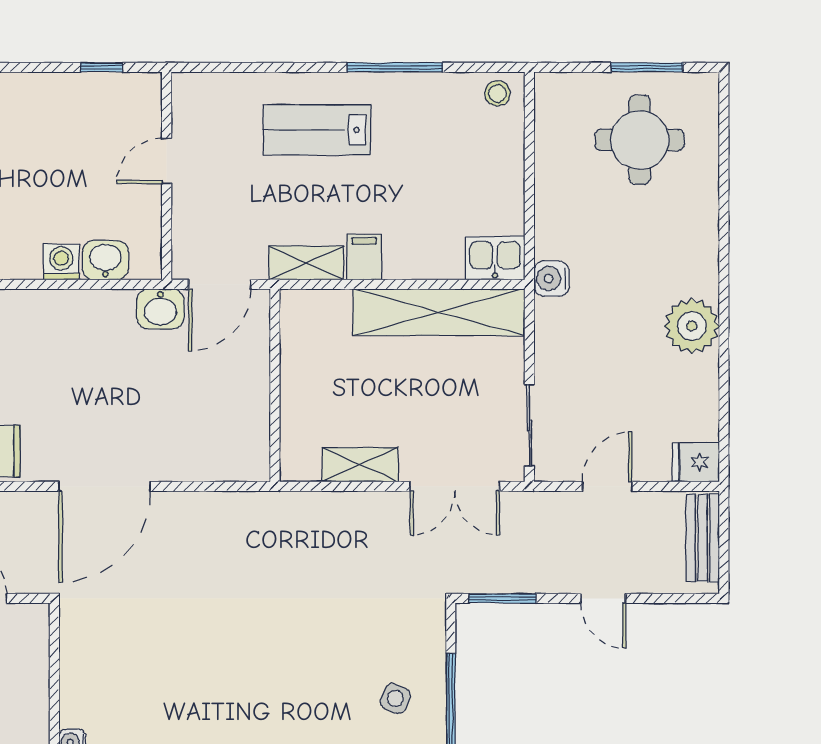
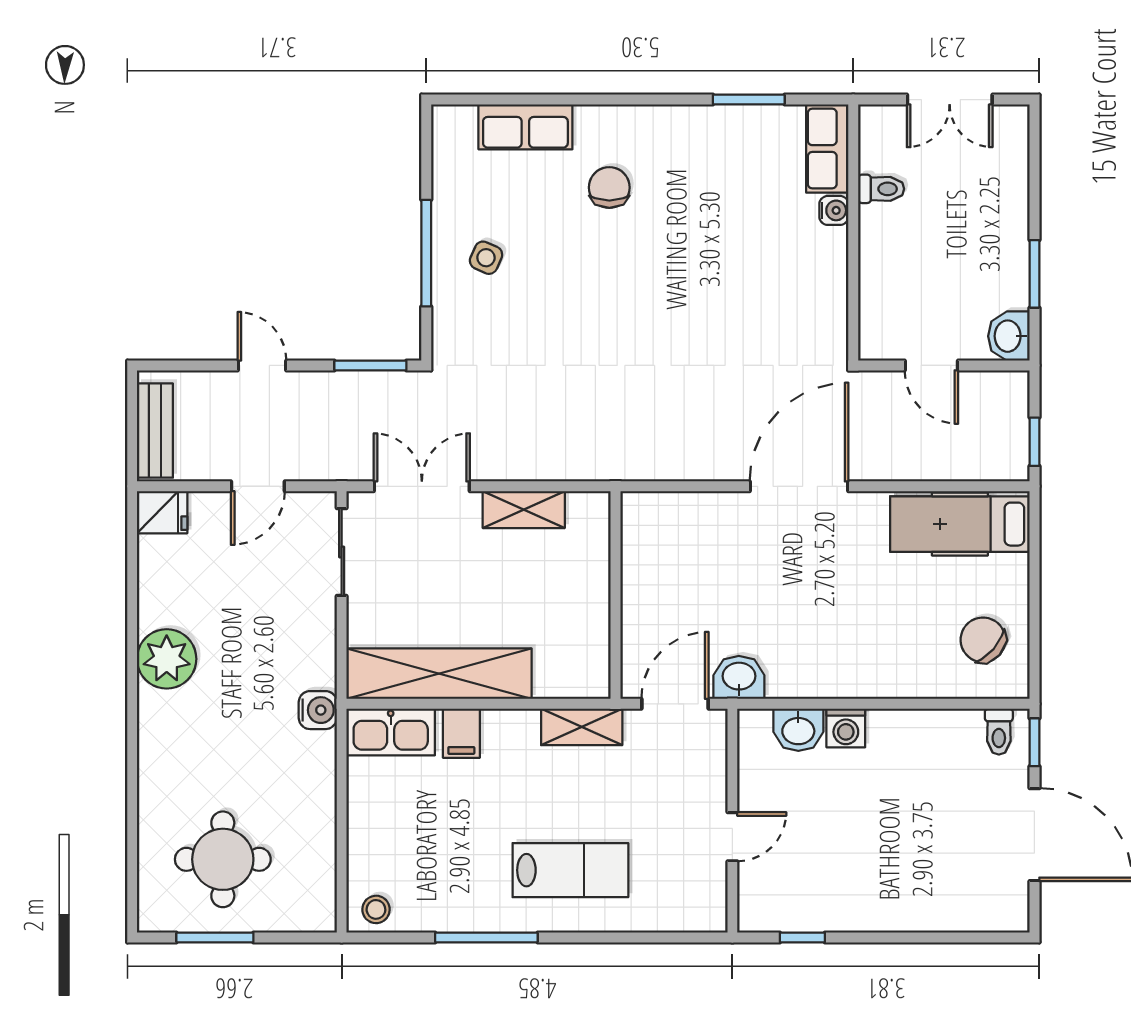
filing cabinet: (364, 257) -> (461, 733), moved
kitchen sink: (495, 258) -> (391, 732), width x1.38

